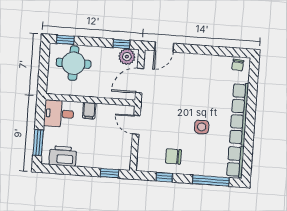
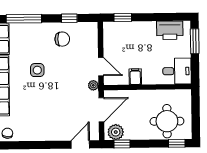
plant: (146, 106) -> (93, 85), added
filing cabinet: (89, 111) -> (135, 77), moved

